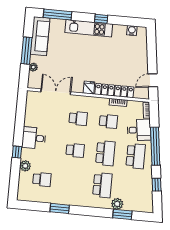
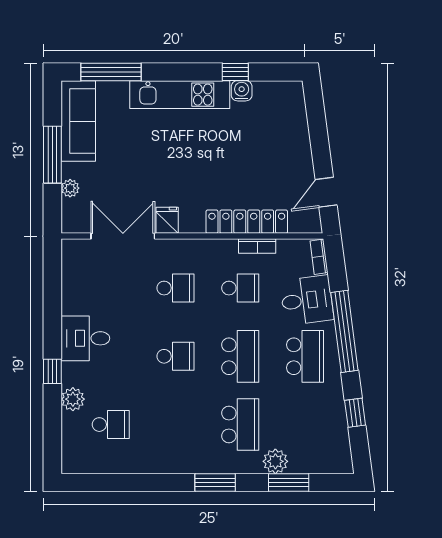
window: (101, 19) -> (235, 72), moved
water cooler: (132, 31) -> (242, 91), moved
fridge: (89, 88) -> (167, 220), moved
window: (60, 208) -> (215, 483), moved

